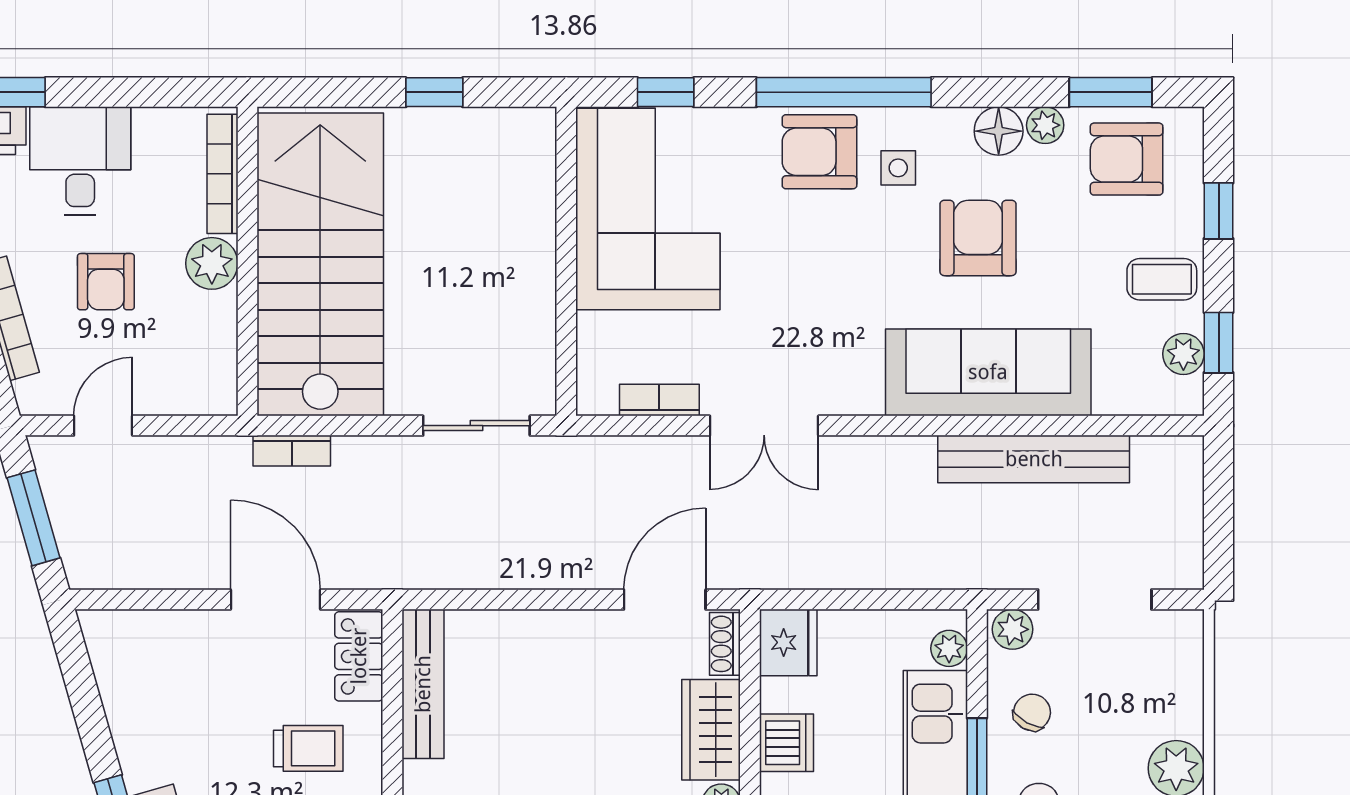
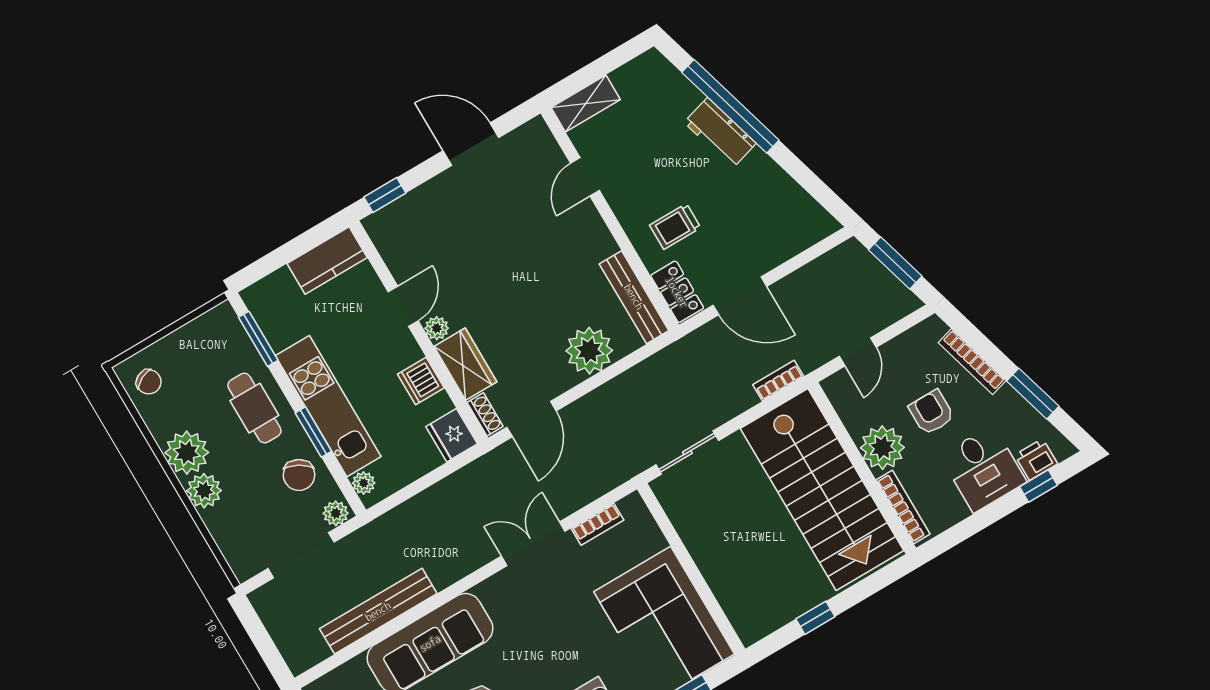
plant: (212, 263) -> (882, 448), width x1.36, depth x1.36
door: (103, 426) -> (858, 352), moved
plant: (529, 647) -> (589, 351), added
chair: (1032, 712) -> (299, 475), width x1.37, depth x1.37

